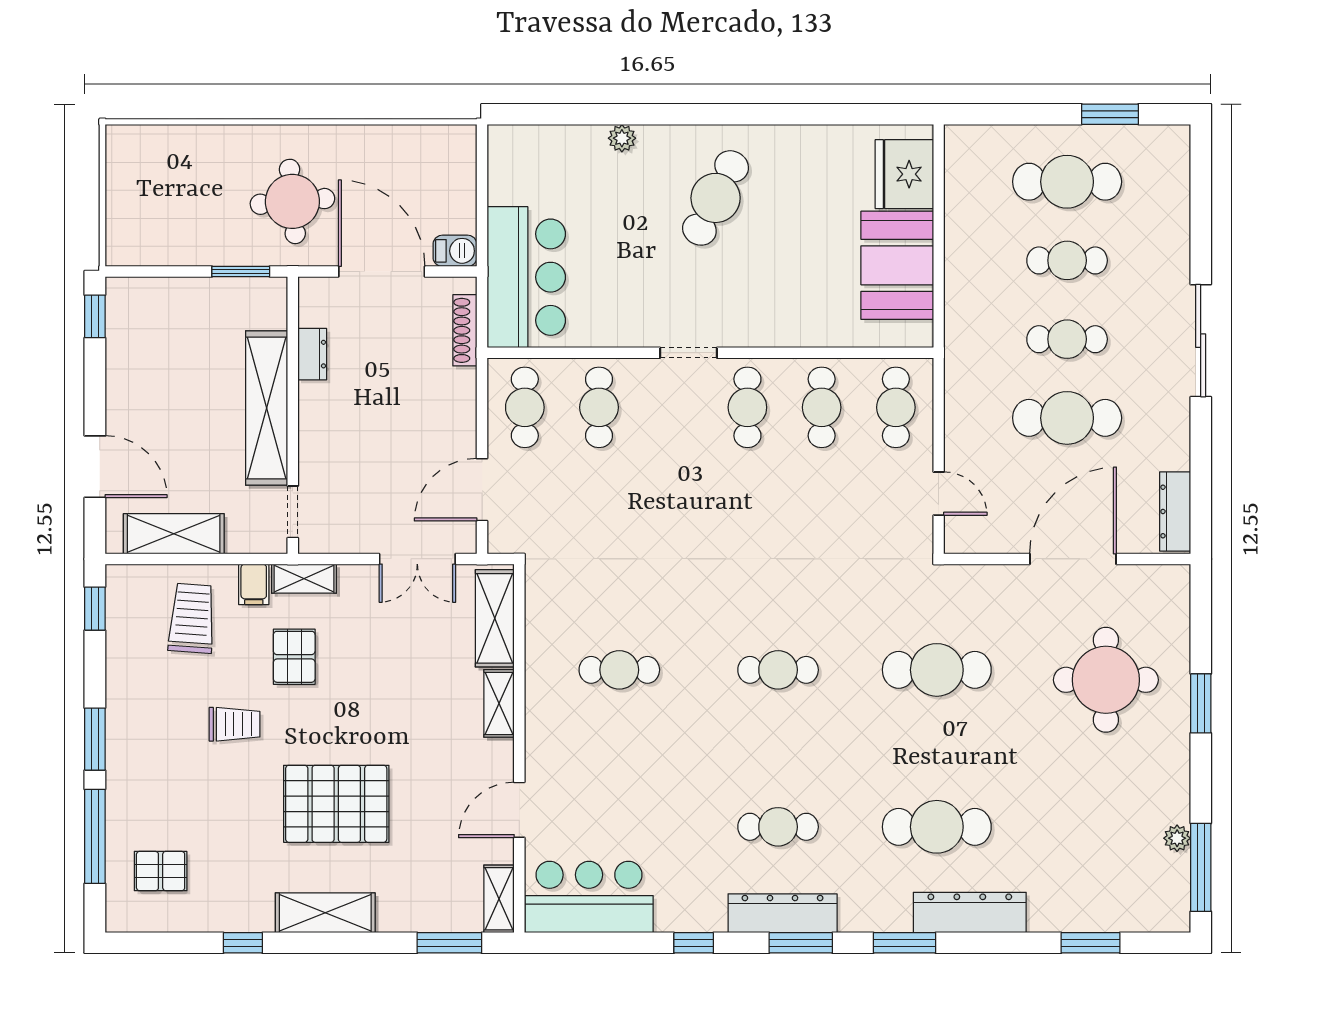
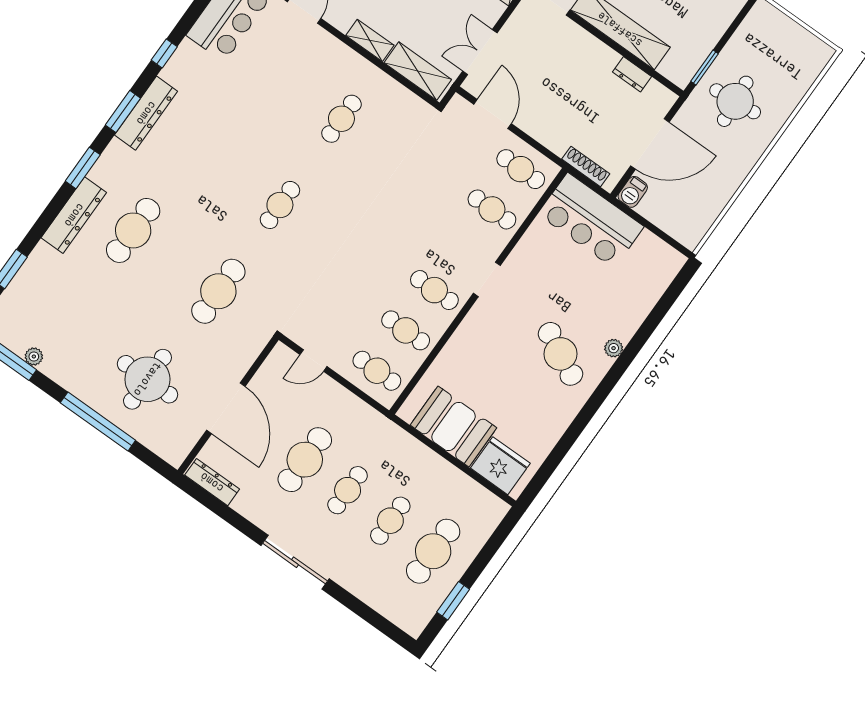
plant: (622, 138) -> (614, 348), moved
round table: (292, 201) -> (735, 101), moved
window: (1201, 703) -> (98, 422), width x2.11
cafe table: (778, 827) -> (195, 144), removed

